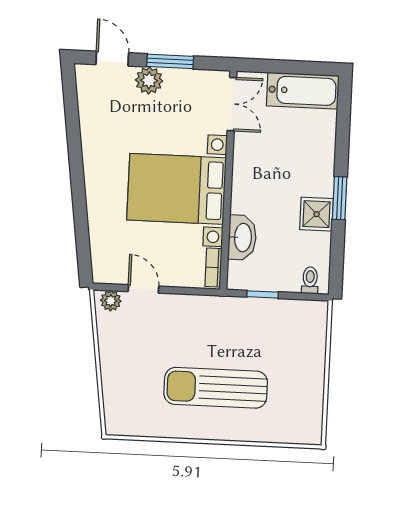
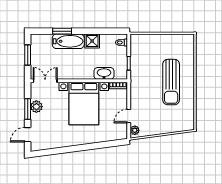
window: (292, 67) -> (28, 55), added
plant: (149, 80) -> (36, 107), moved
bathtub: (303, 91) -> (68, 41), moved, turned 90
window: (340, 198) -> (62, 31), moved

